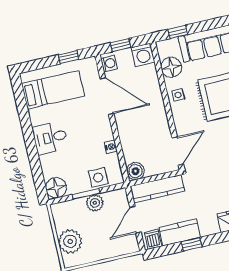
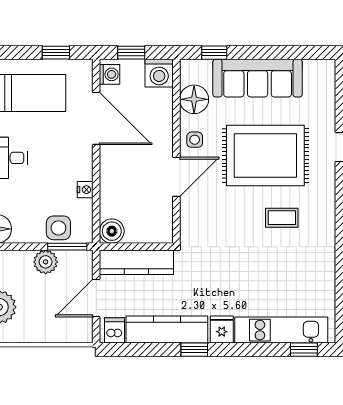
door: (178, 151) -> (176, 177), moved
window: (86, 194) -> (67, 247), moved
kitchen counter: (180, 232) -> (167, 330), width x1.50
window: (192, 244) -> (194, 350), moved

